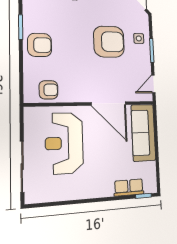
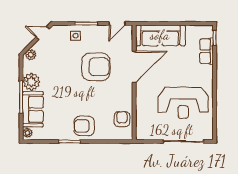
armchair: (109, 42) -> (96, 67), moved, turned 90
armchair: (40, 45) -> (84, 126), turned -90
door: (153, 84) -> (117, 23), hinge flipped
reception desk: (64, 143) -> (183, 103), moved

